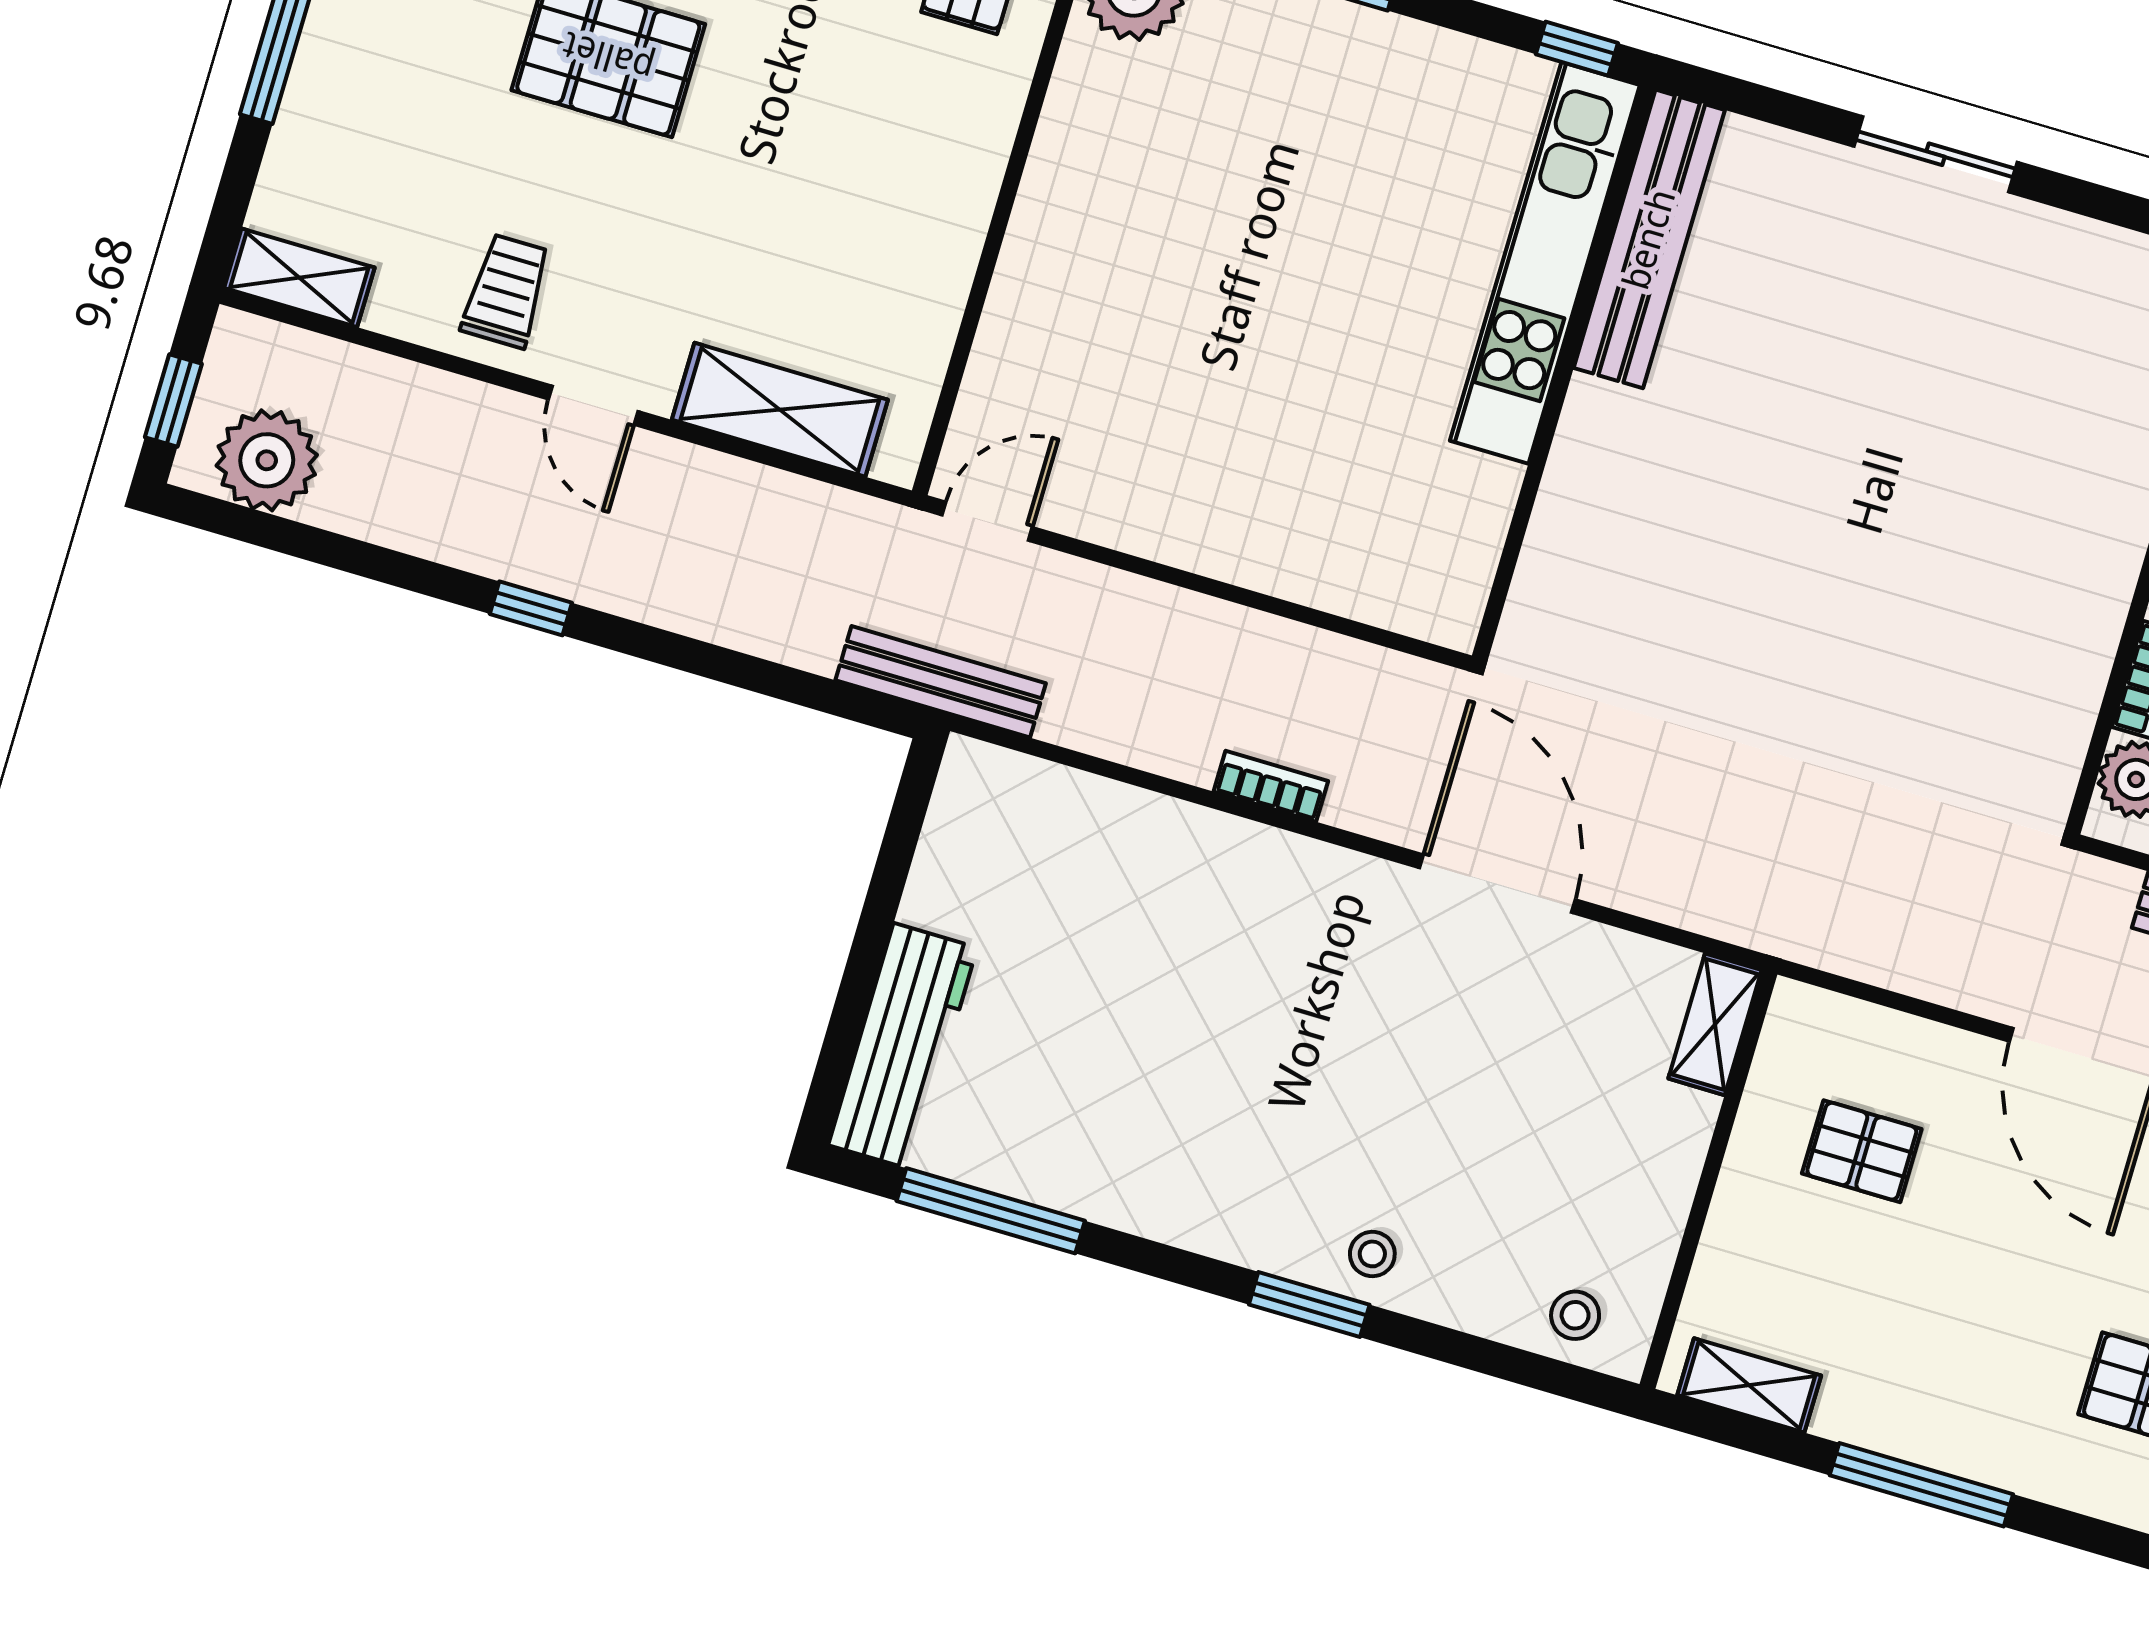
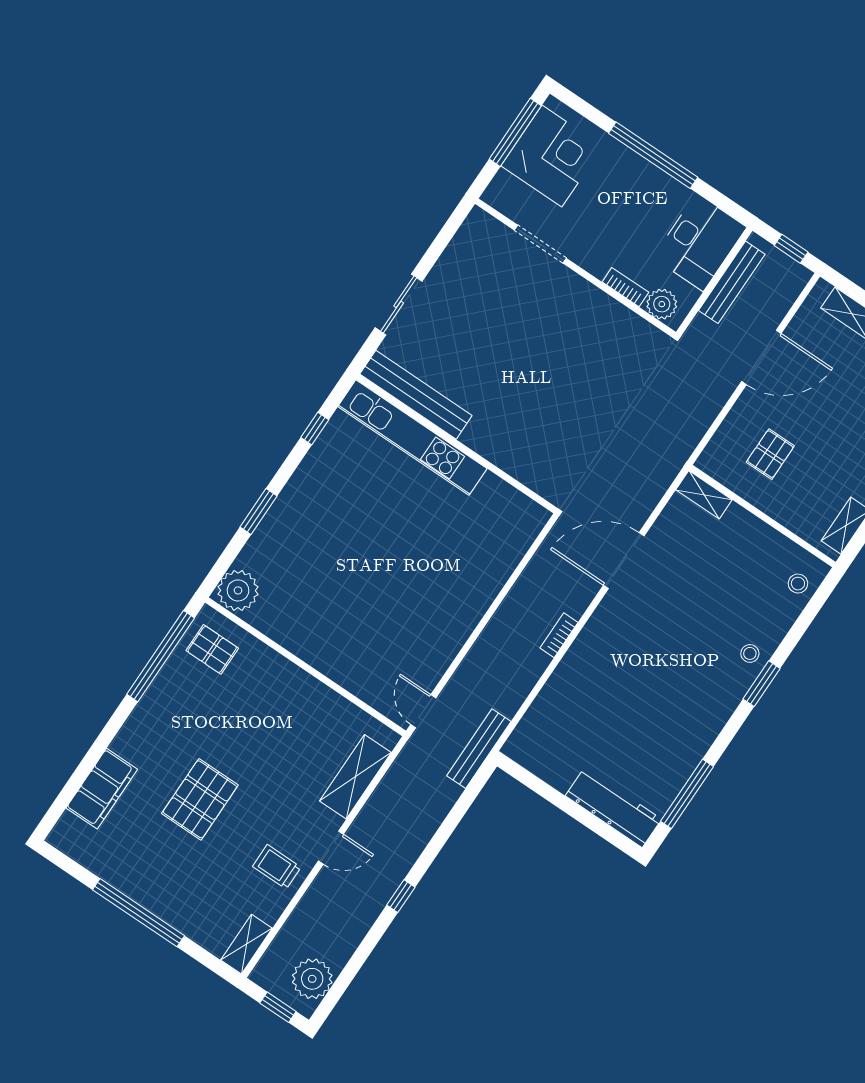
bench: (1649, 239) -> (416, 395), moved
kitchen unit: (1545, 263) -> (412, 438), moved
wall: (1564, 372) -> (456, 444), moved

